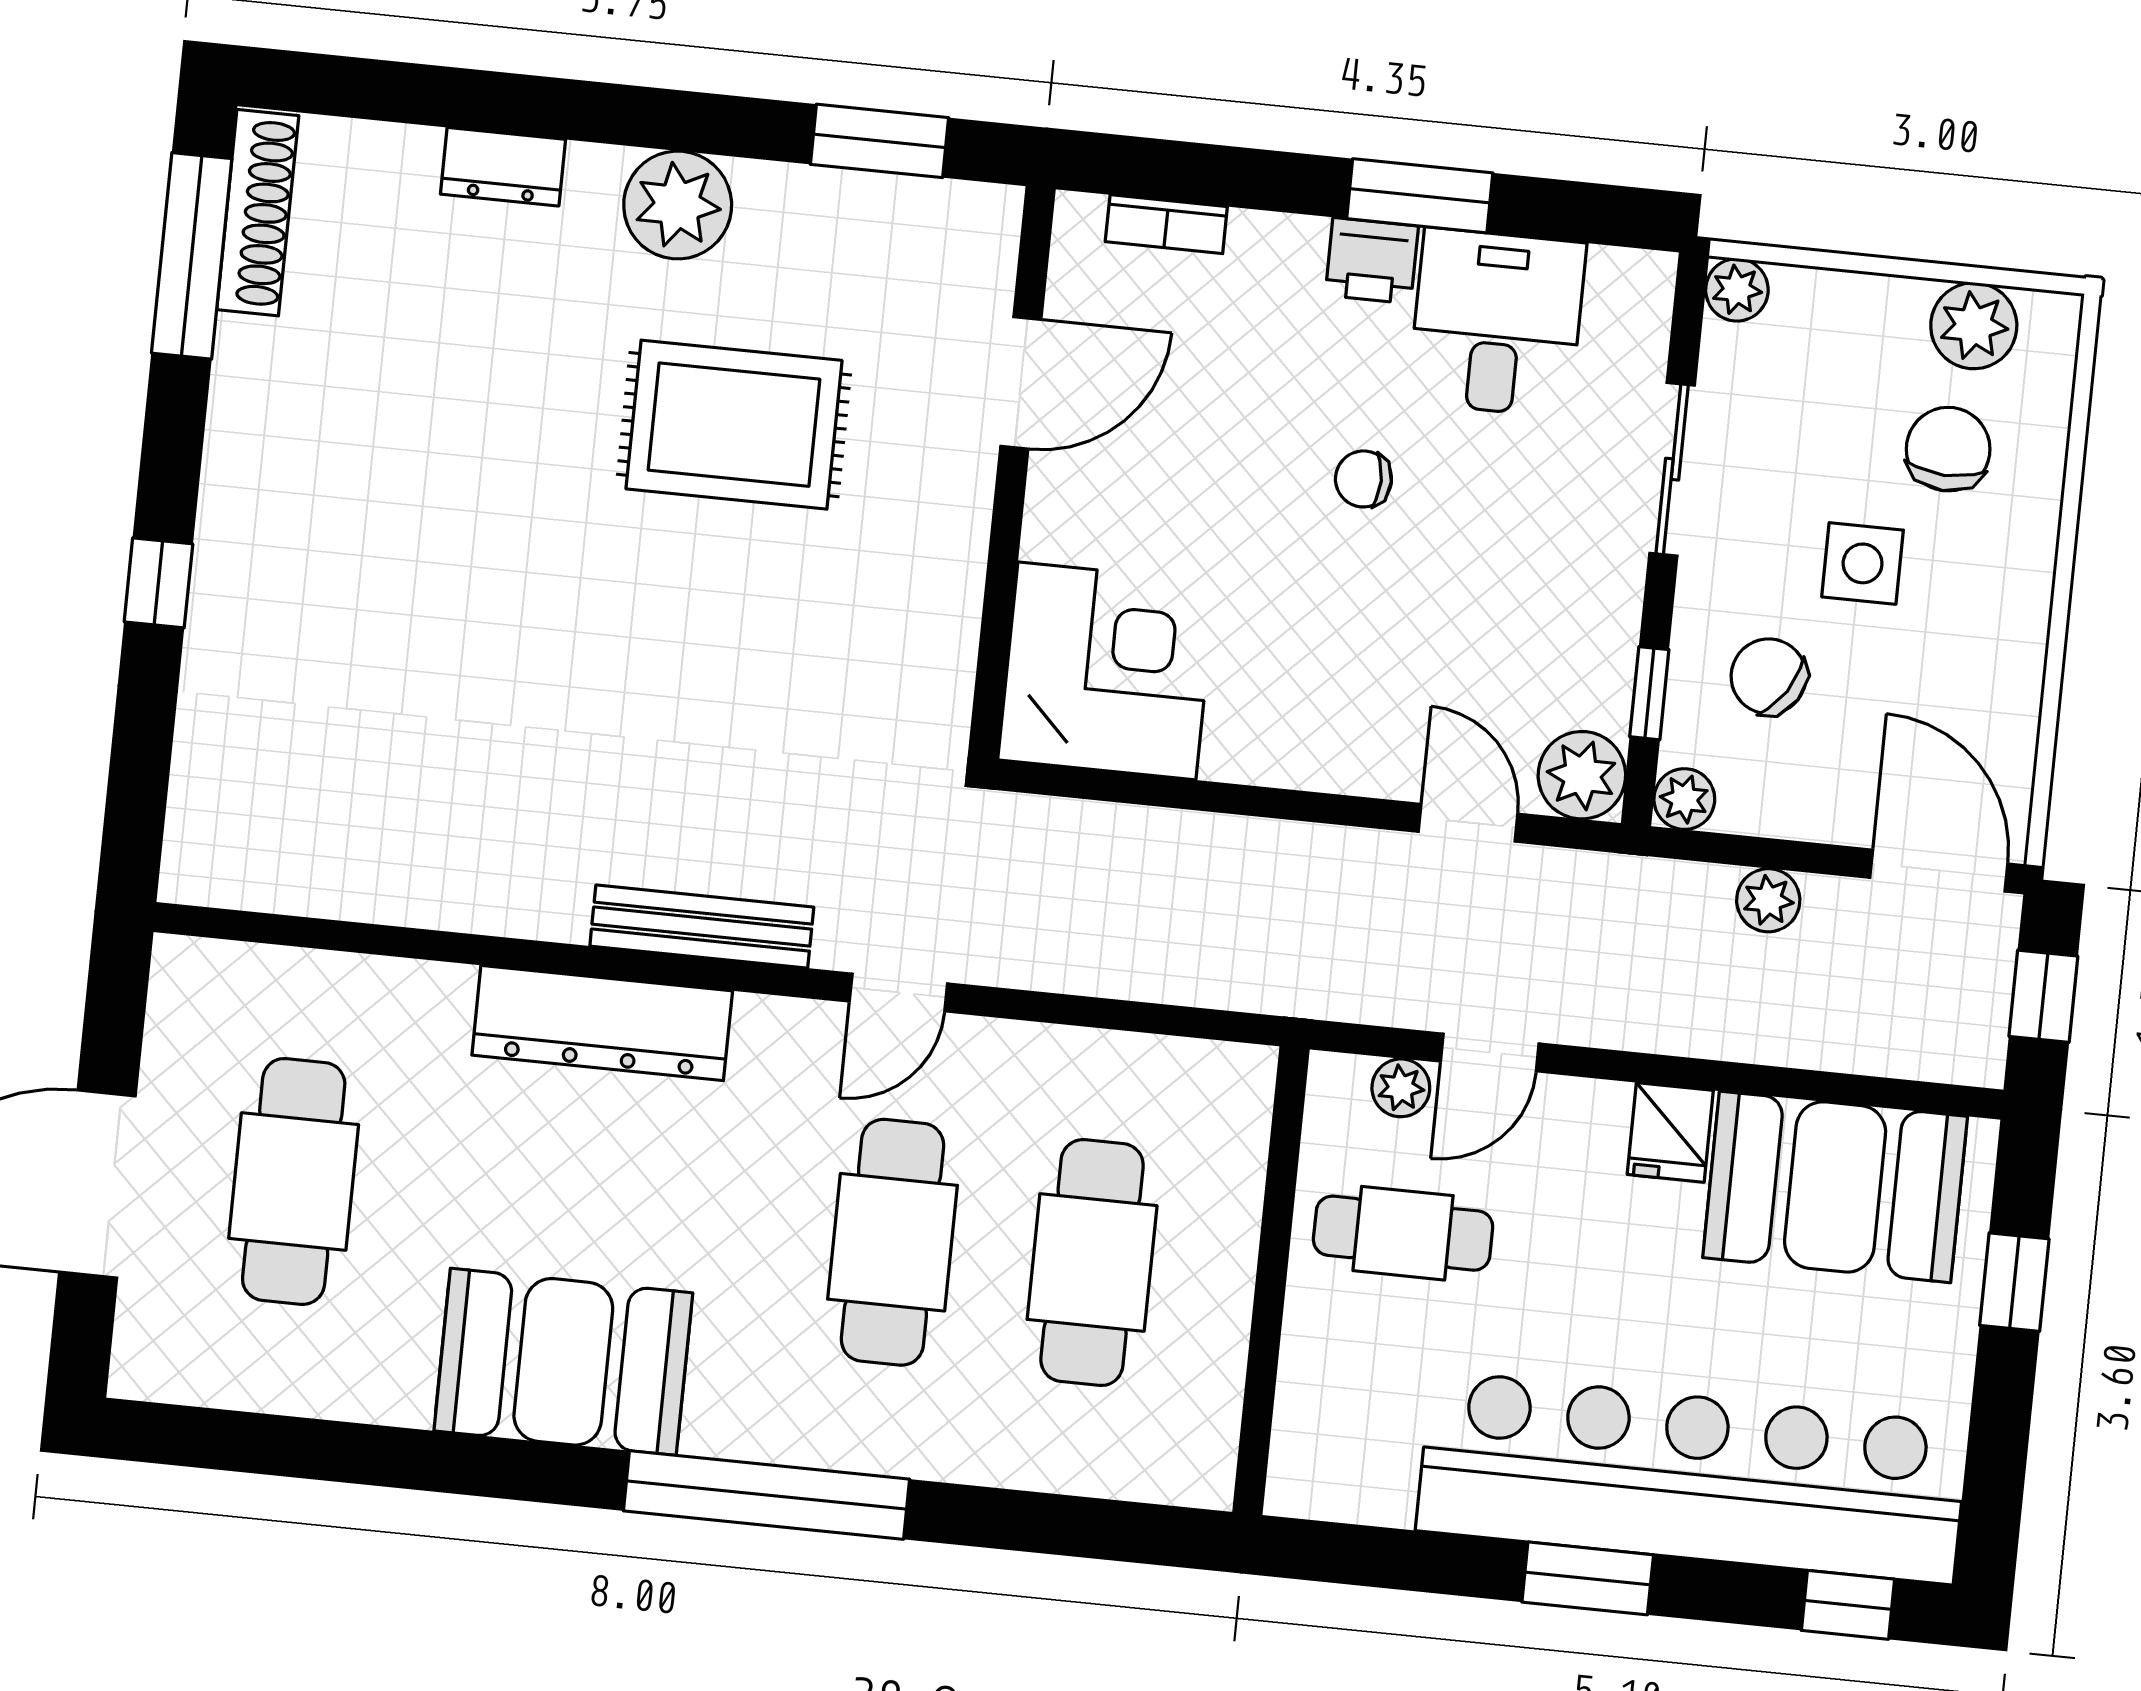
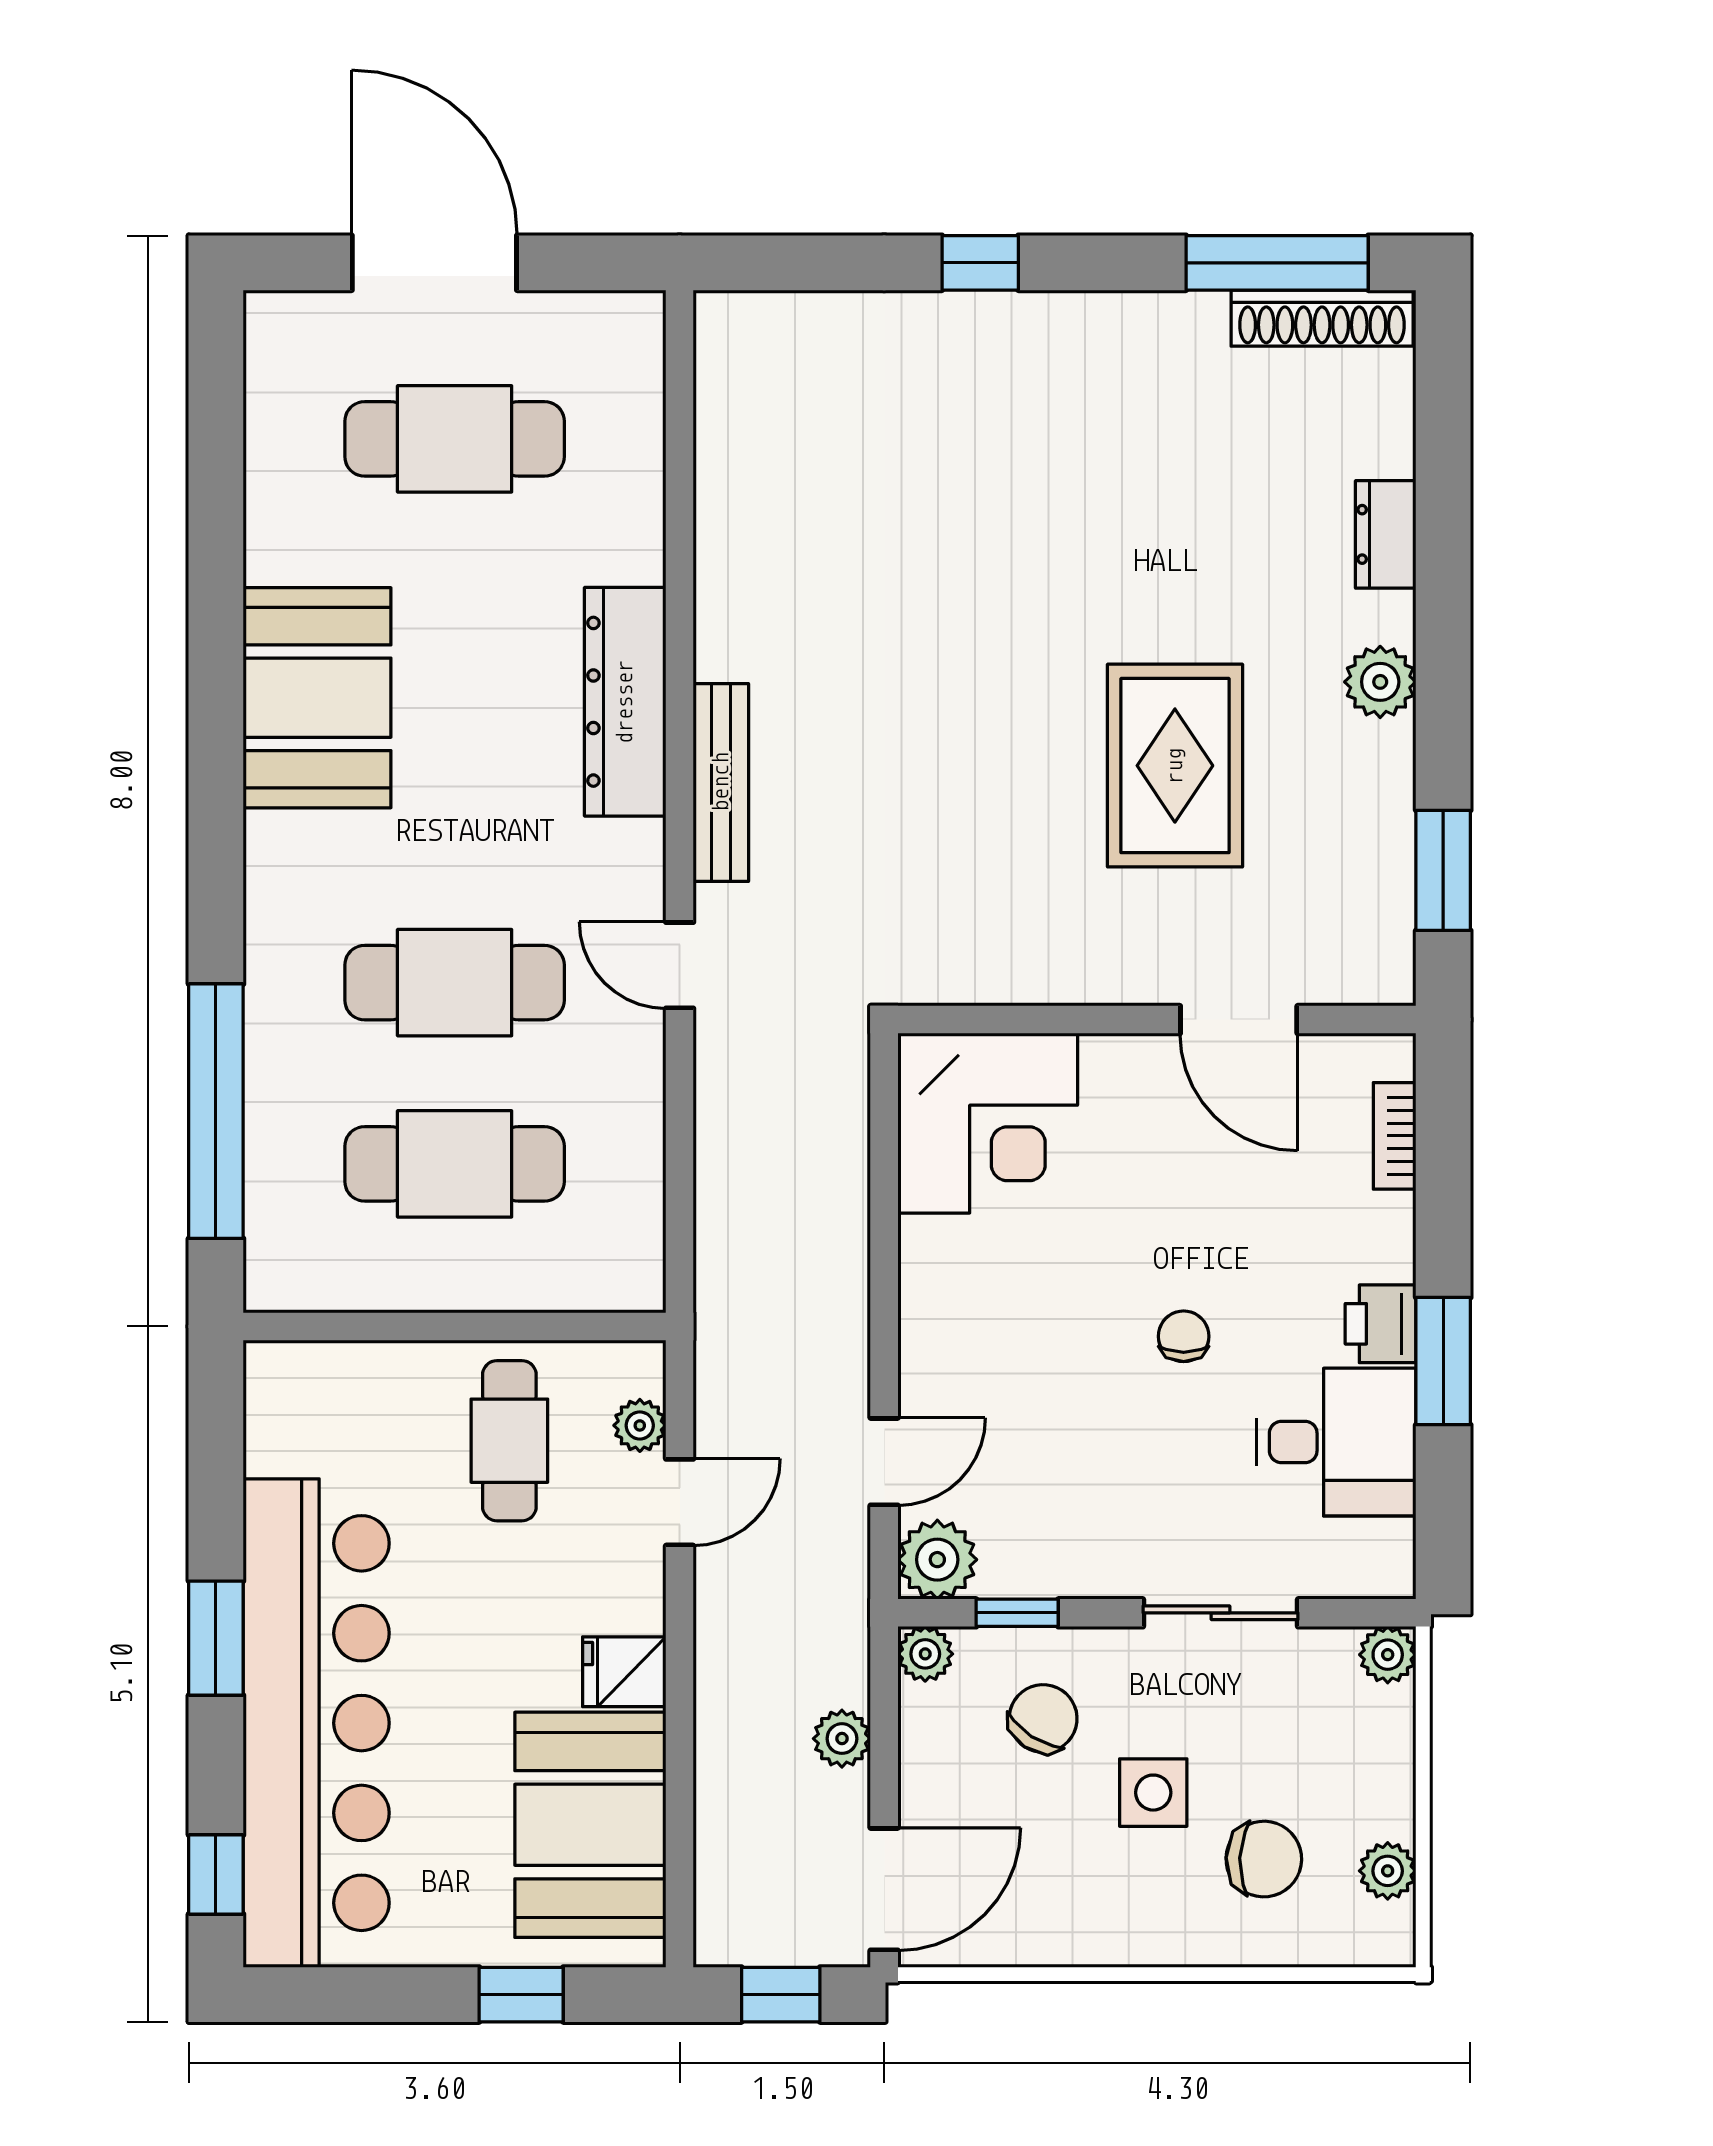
plant: (678, 205) -> (1380, 682), width x0.73, depth x0.73
plant: (1974, 326) -> (1388, 1871), width x0.73, depth x0.73
door: (1490, 1053) -> (680, 1502), swing flipped
window: (767, 1495) -> (216, 1111), moved

